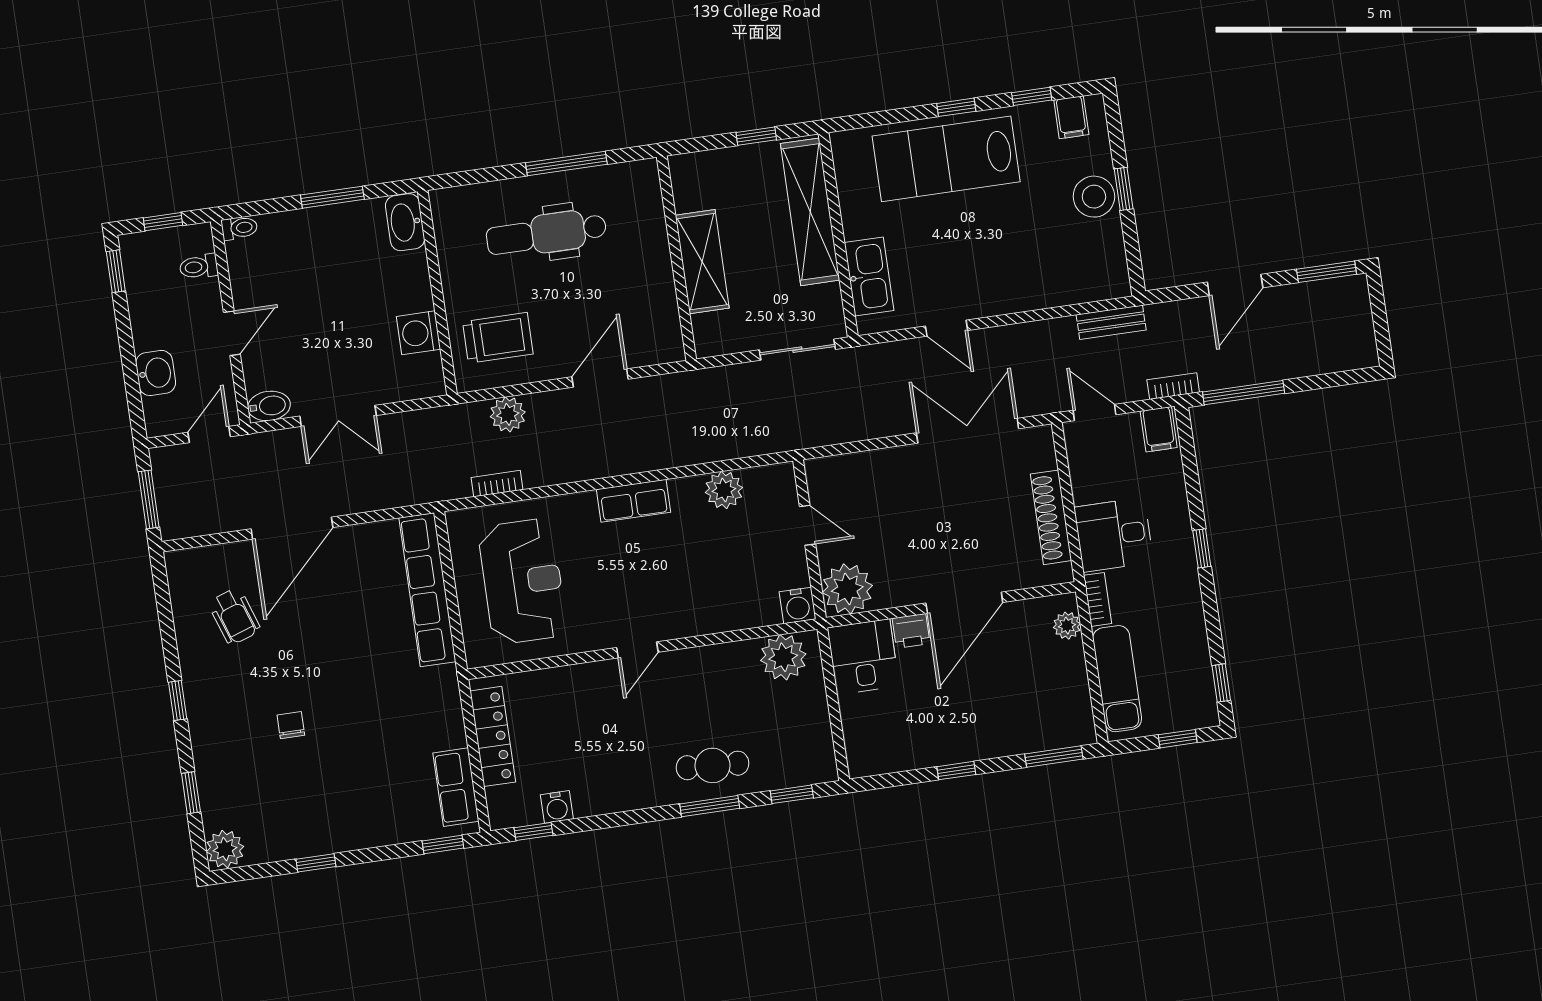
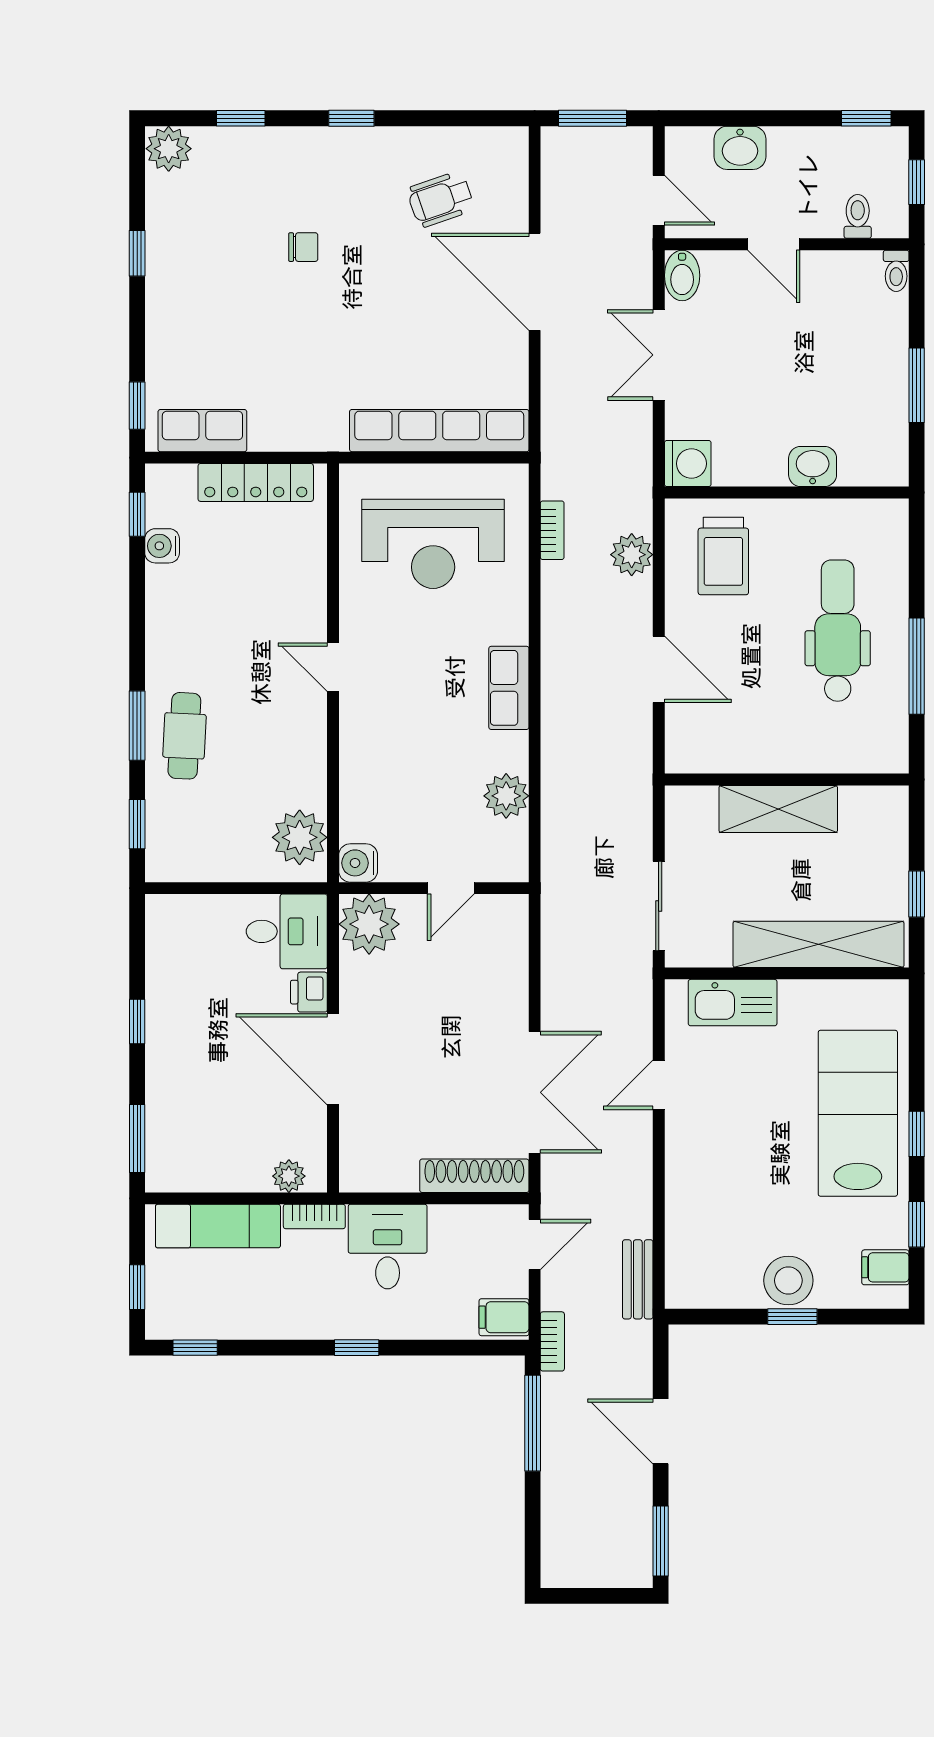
washbasin: (405, 222) -> (813, 467), moved, width x0.72
washing machine: (418, 333) -> (688, 464), moved, turned 90
shoe rack: (1051, 517) -> (474, 1176), moved

